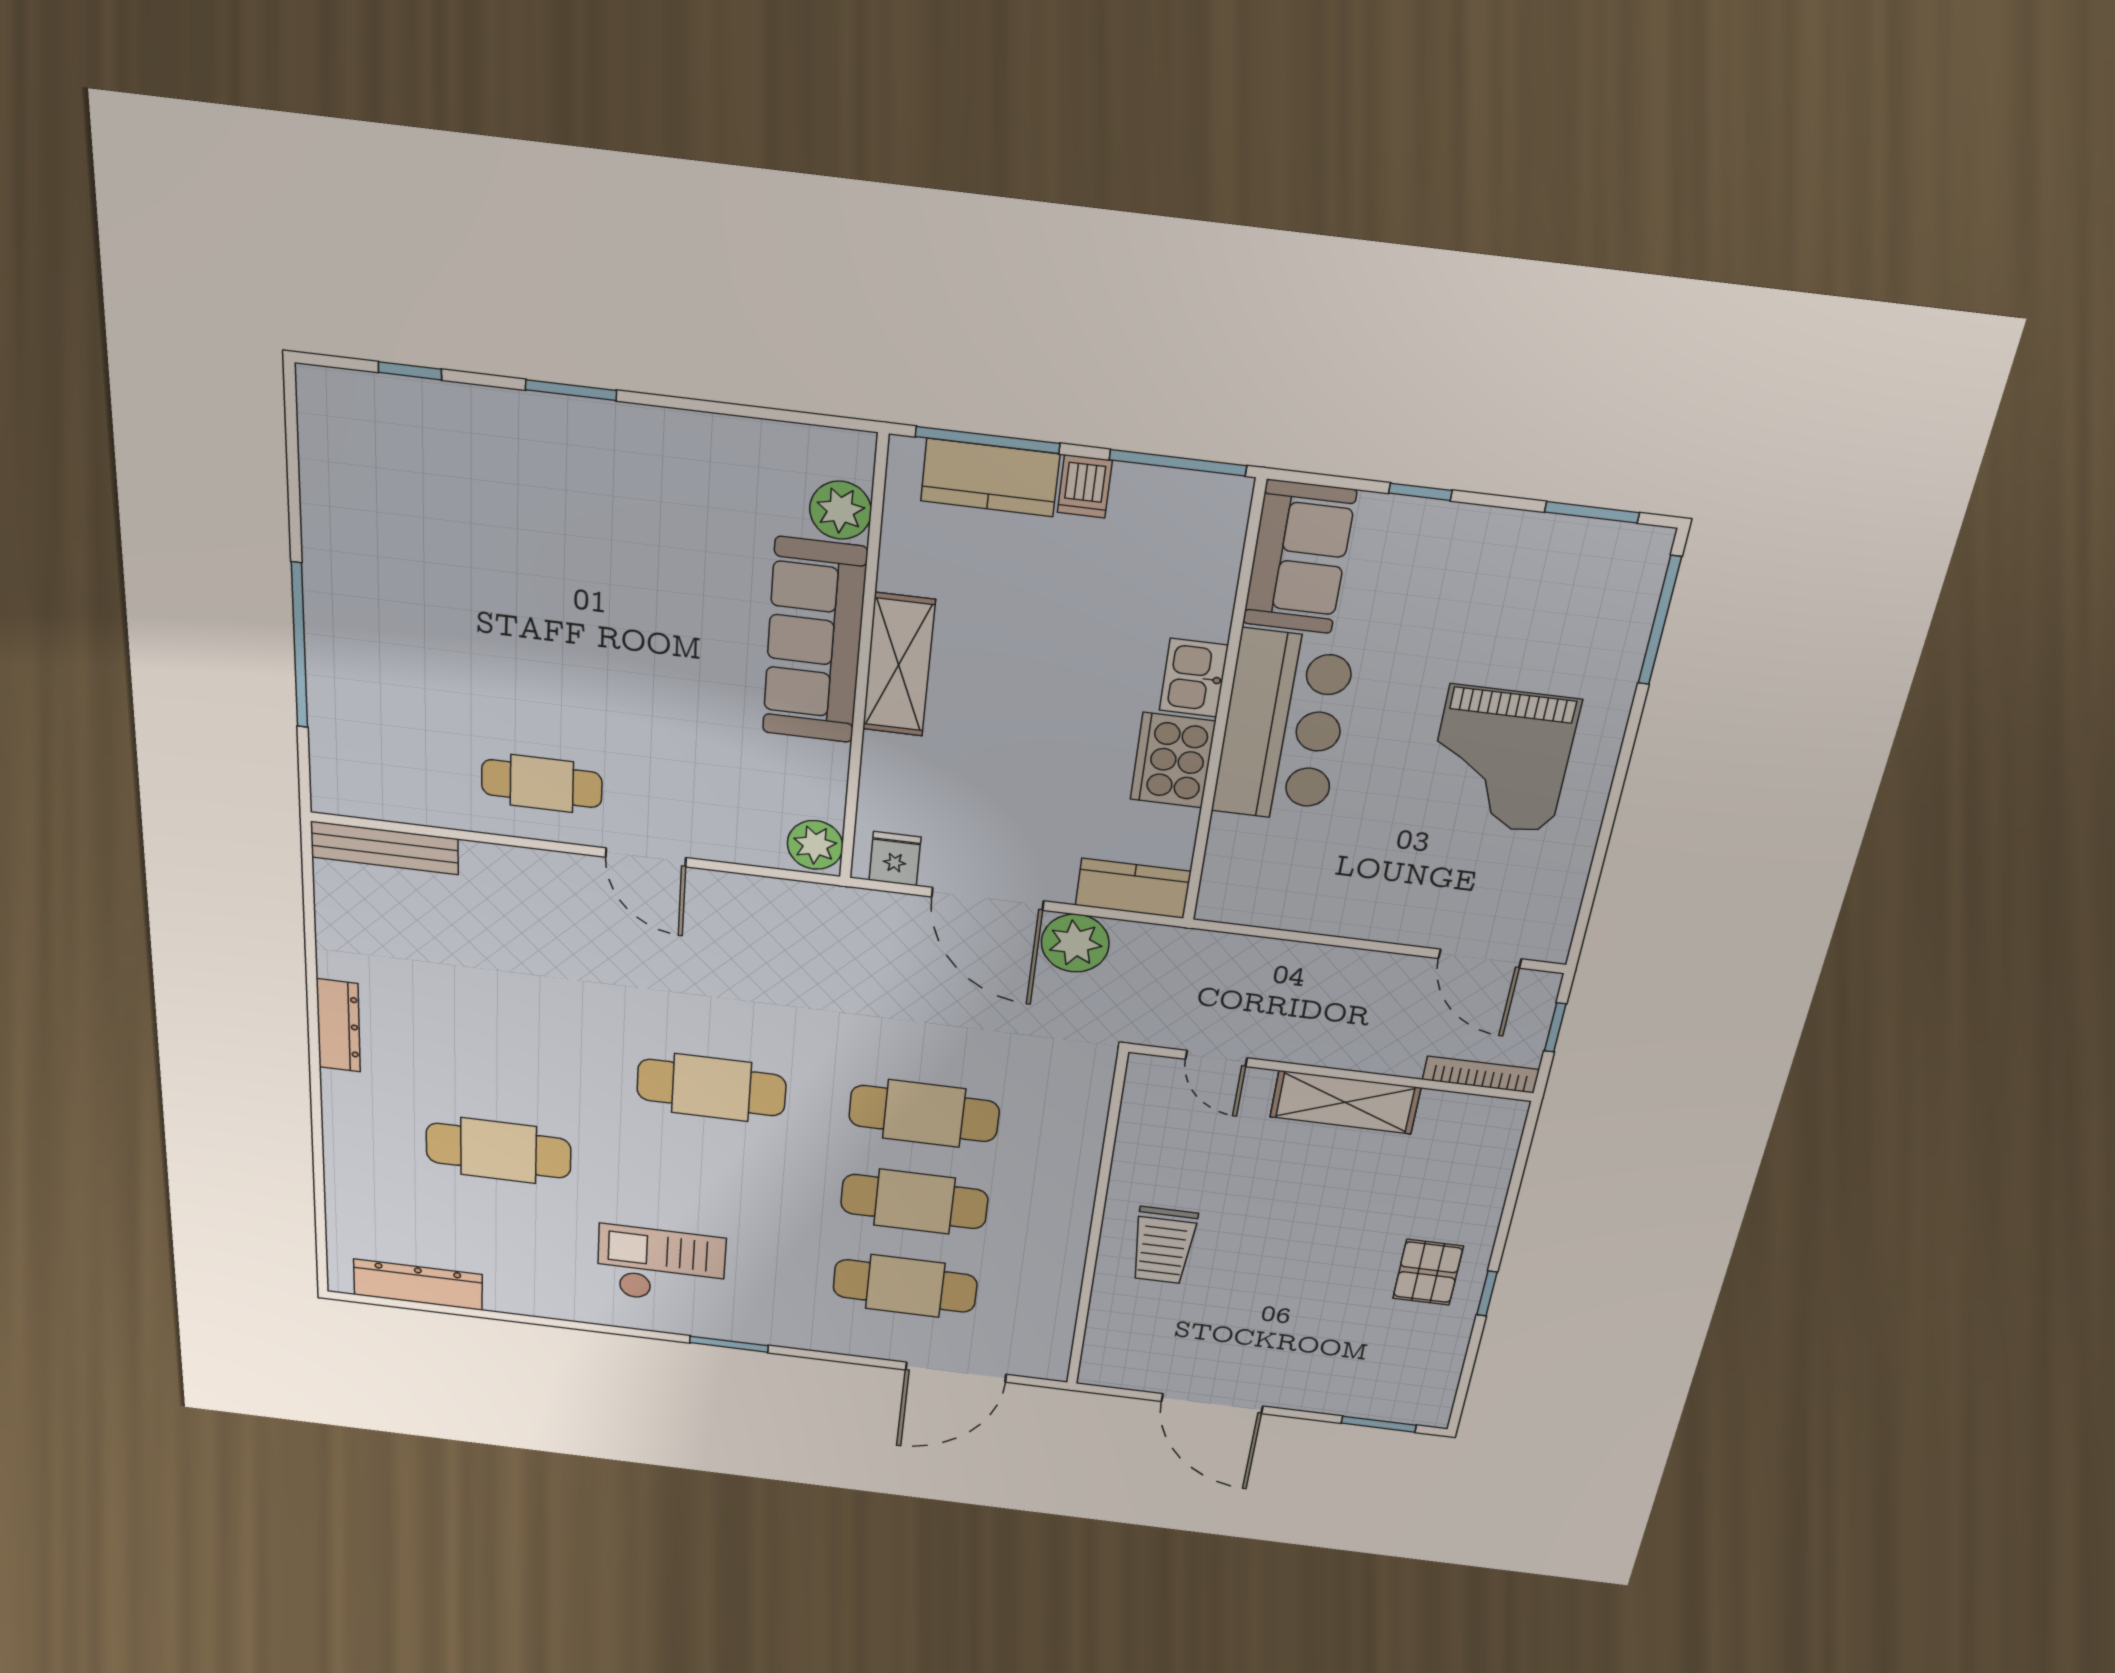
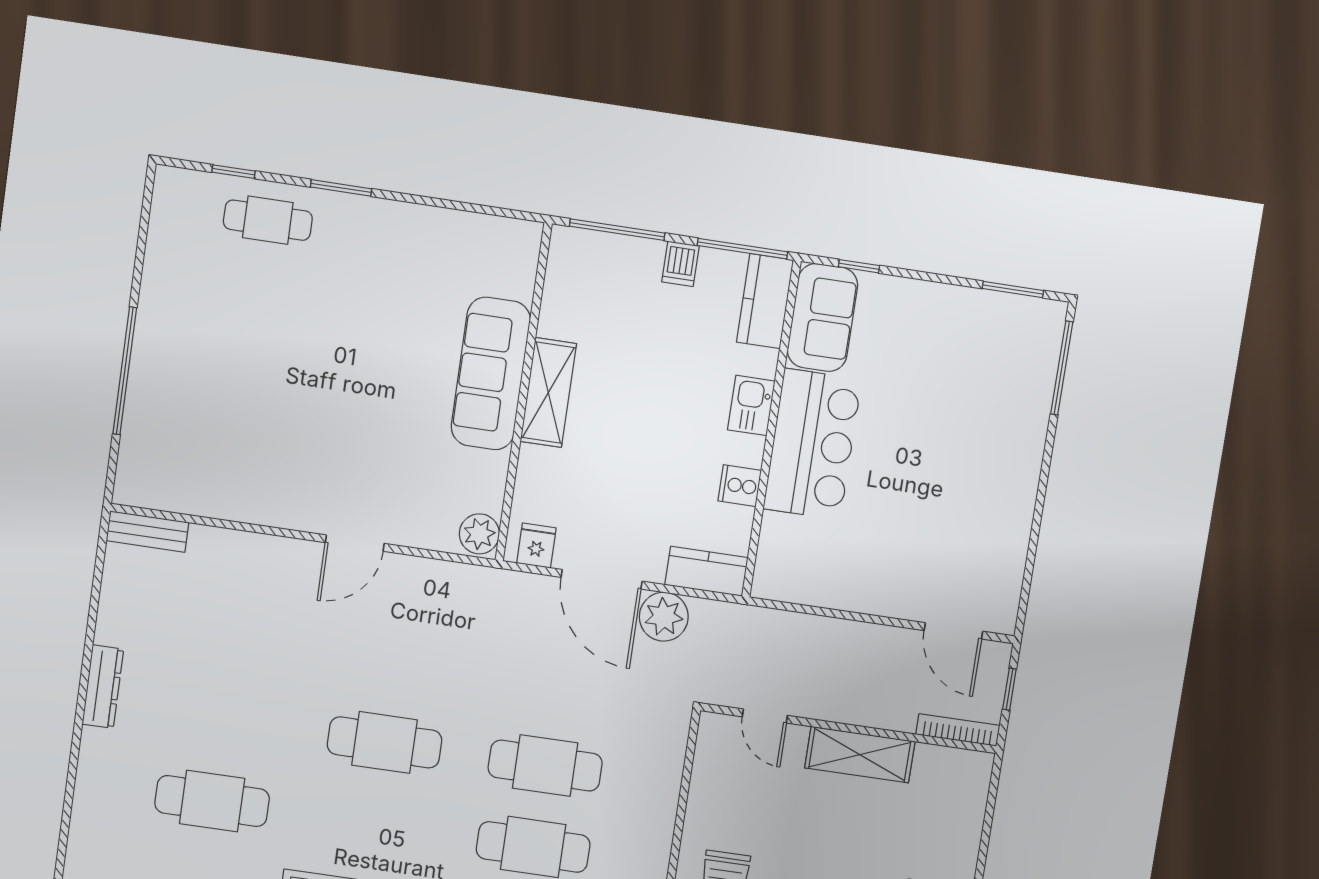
kitchen counter: (990, 478) -> (765, 301), moved, turned 90
window: (1420, 492) -> (859, 266), moved
plant: (840, 510) -> (516, 277), removed
cooker: (1173, 760) -> (740, 486), width x0.53, depth x0.76
grand piano: (1501, 760) -> (961, 471), removed
cafe table: (542, 784) -> (268, 220), moved
bench: (385, 848) -> (147, 531), width x0.73
door: (646, 857) -> (355, 543), hinge flipped

